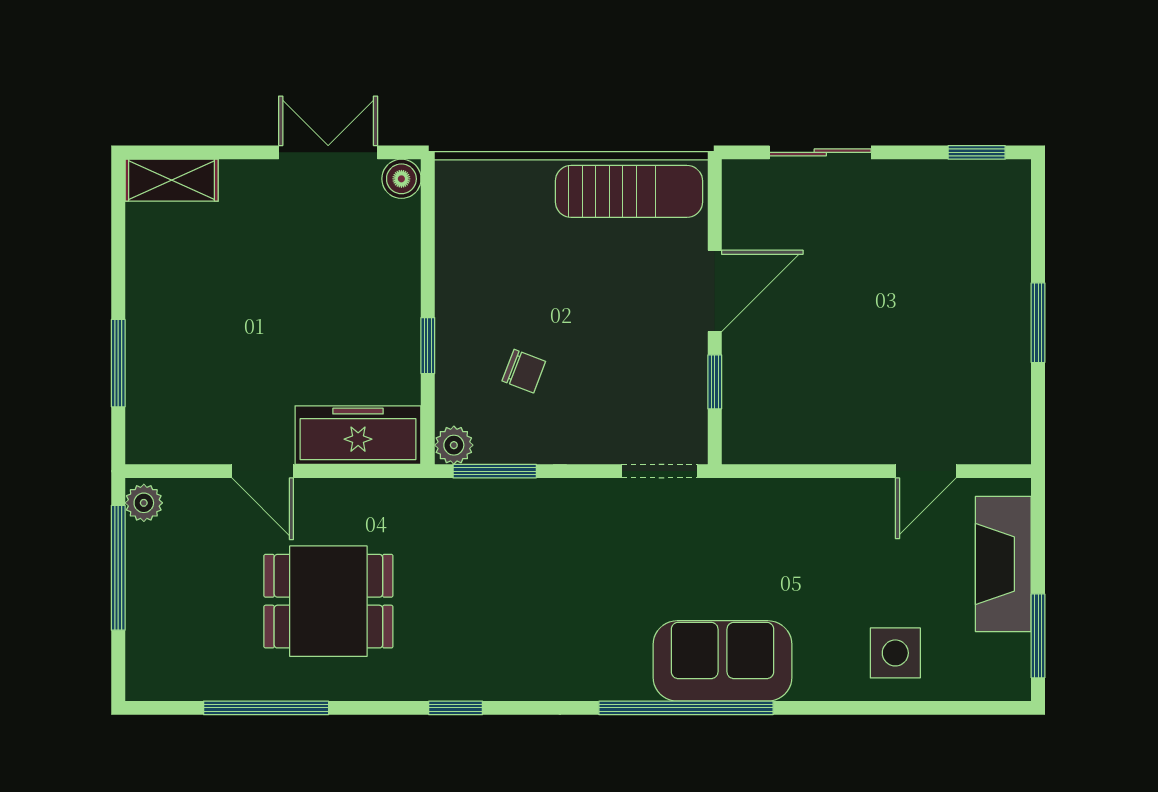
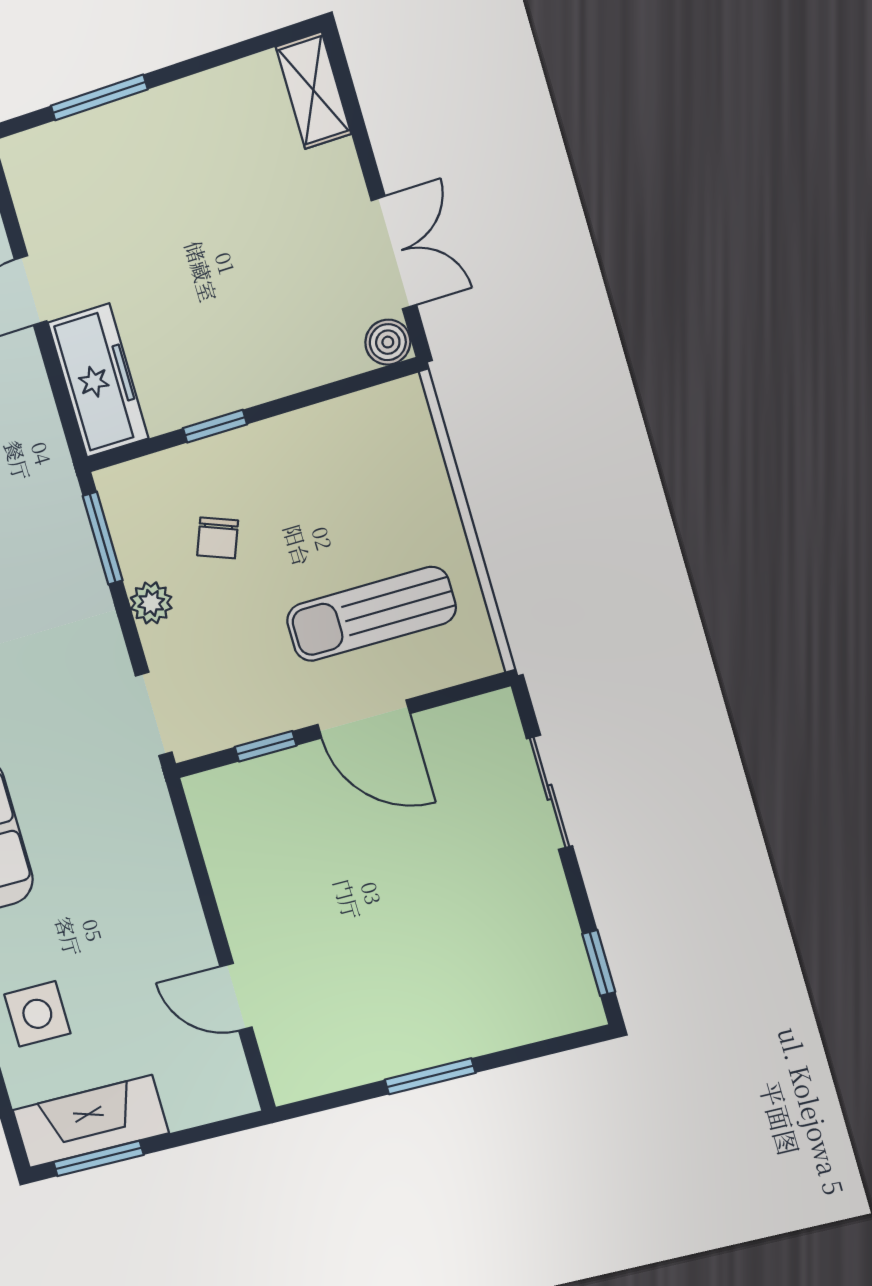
sun lounger: (629, 191) -> (371, 614), moved, turned 90
plant: (454, 445) -> (151, 603), moved
fireplace: (1003, 564) -> (90, 1122), moved

